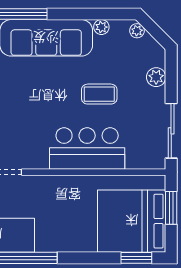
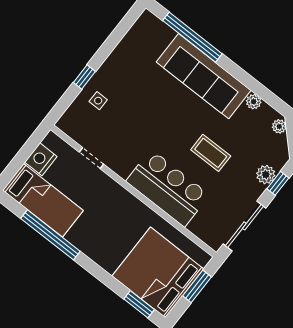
window: (171, 76) -> (278, 183), added

